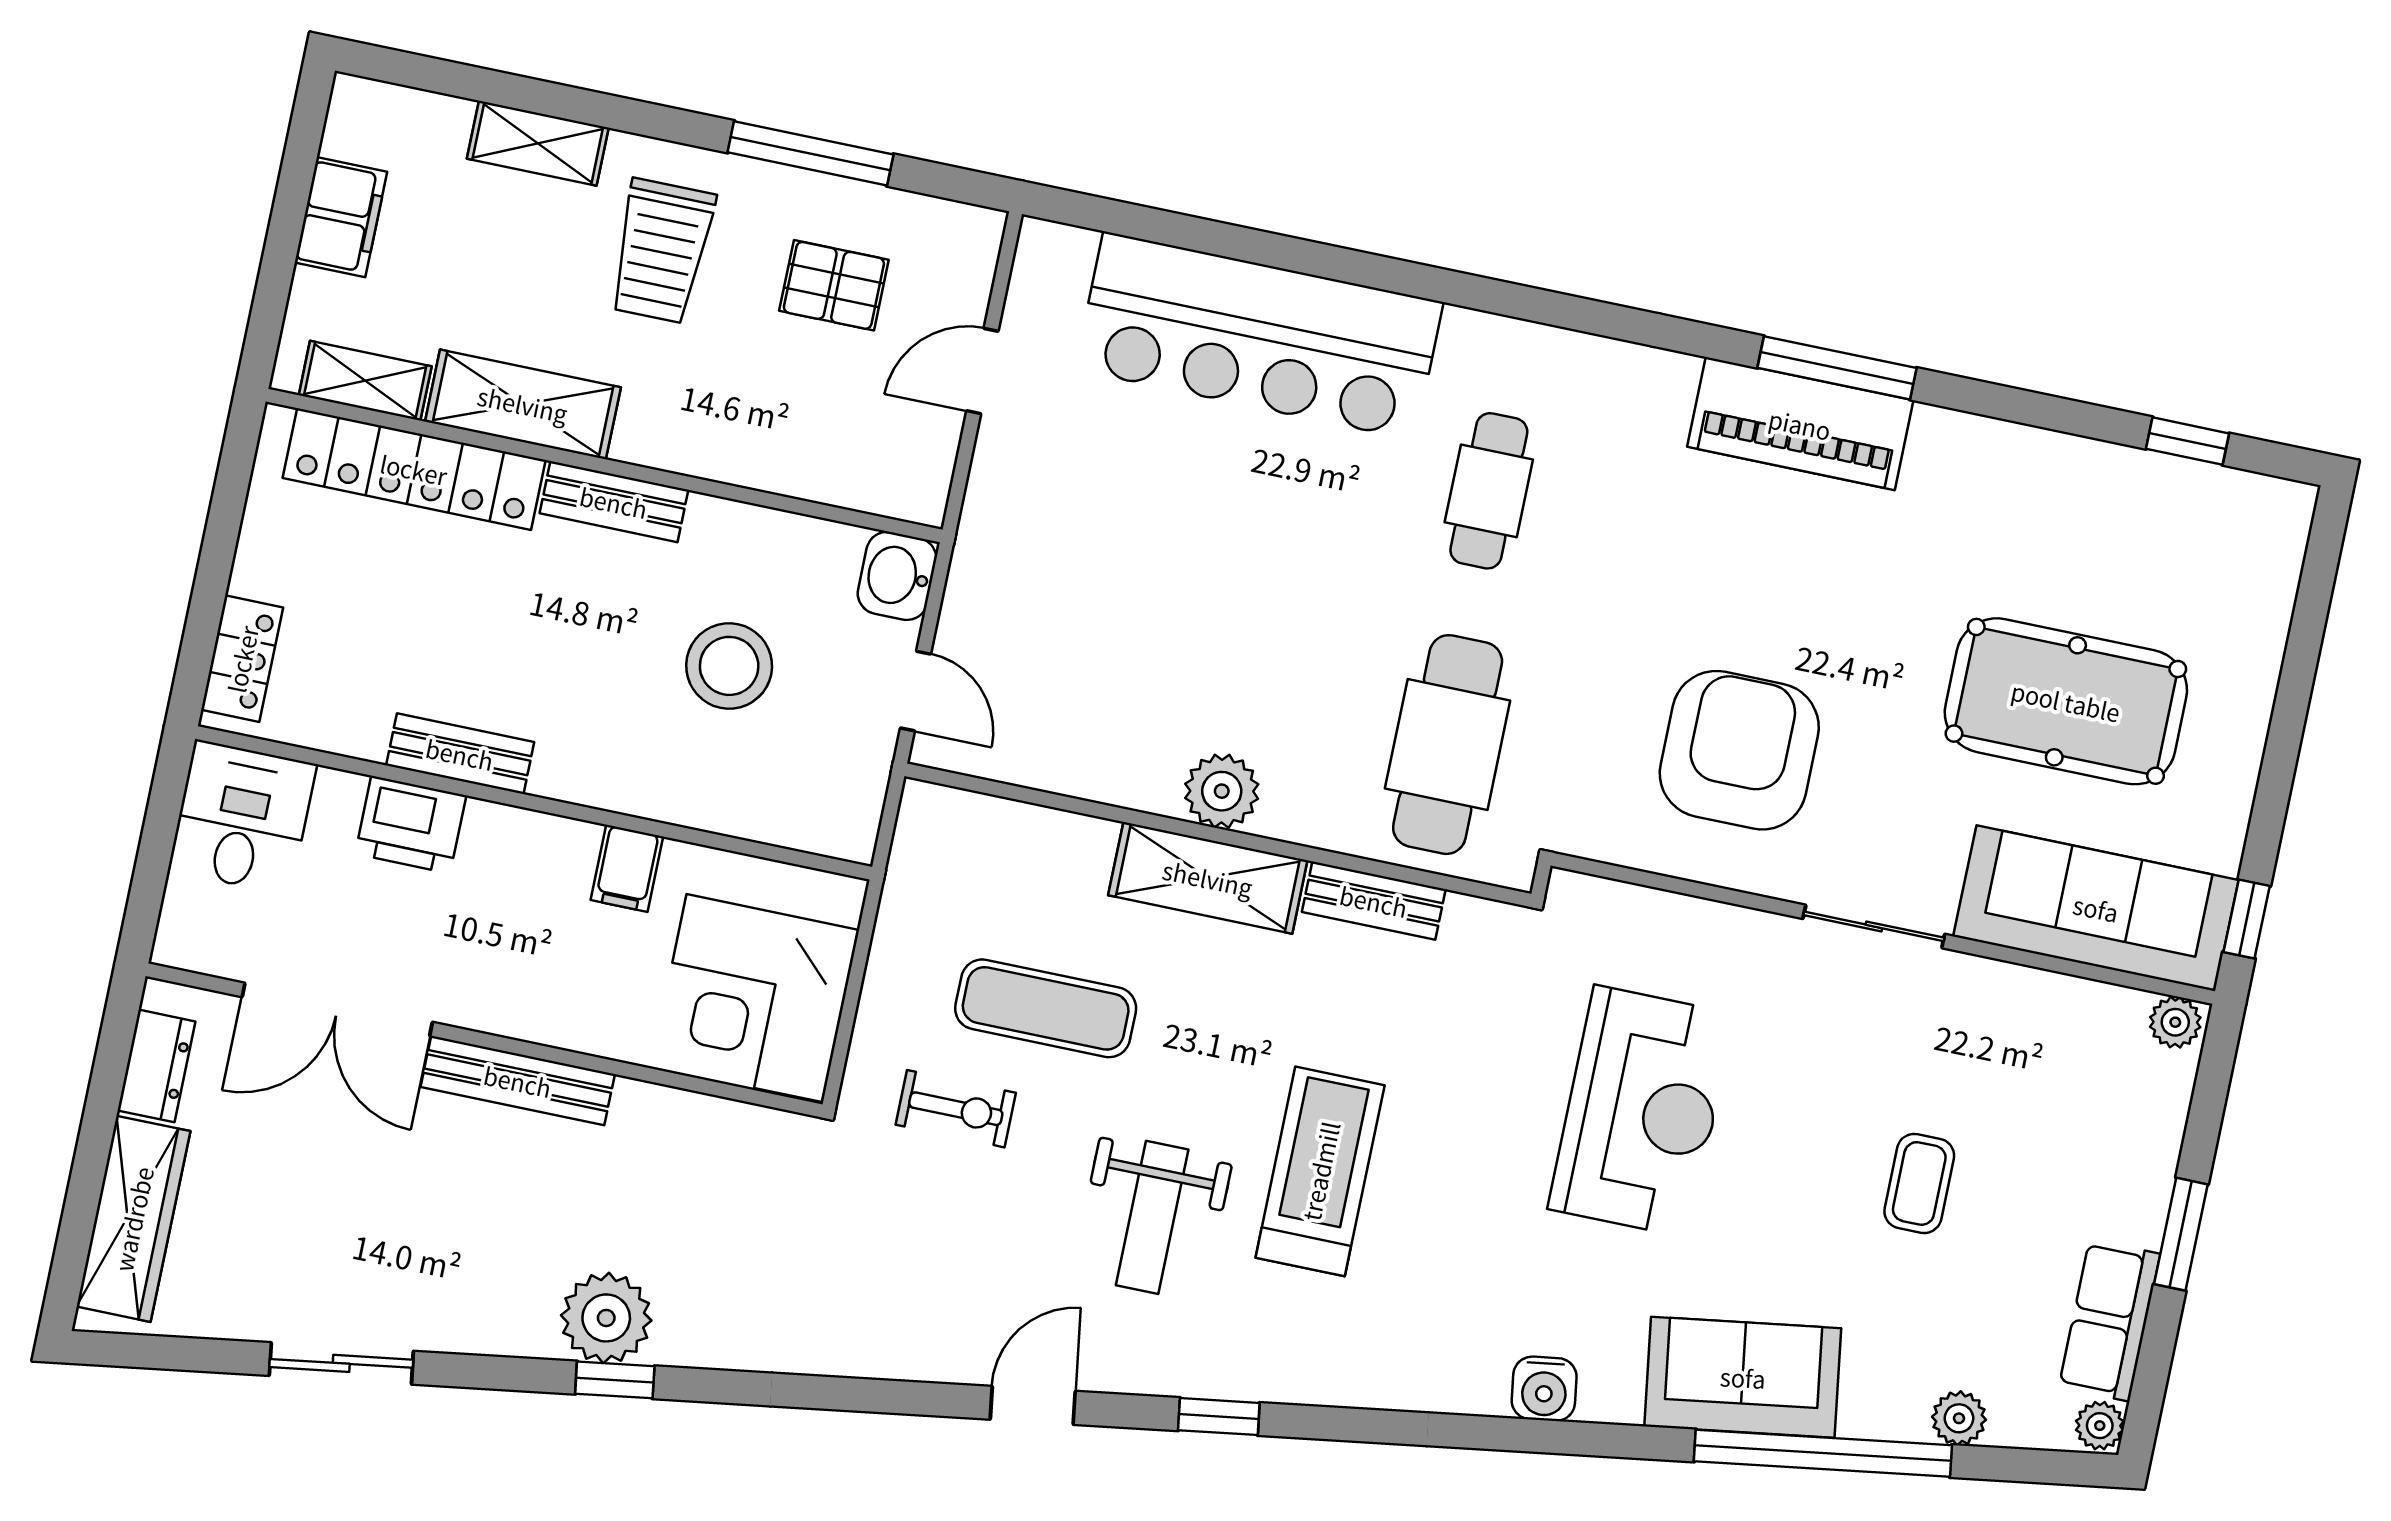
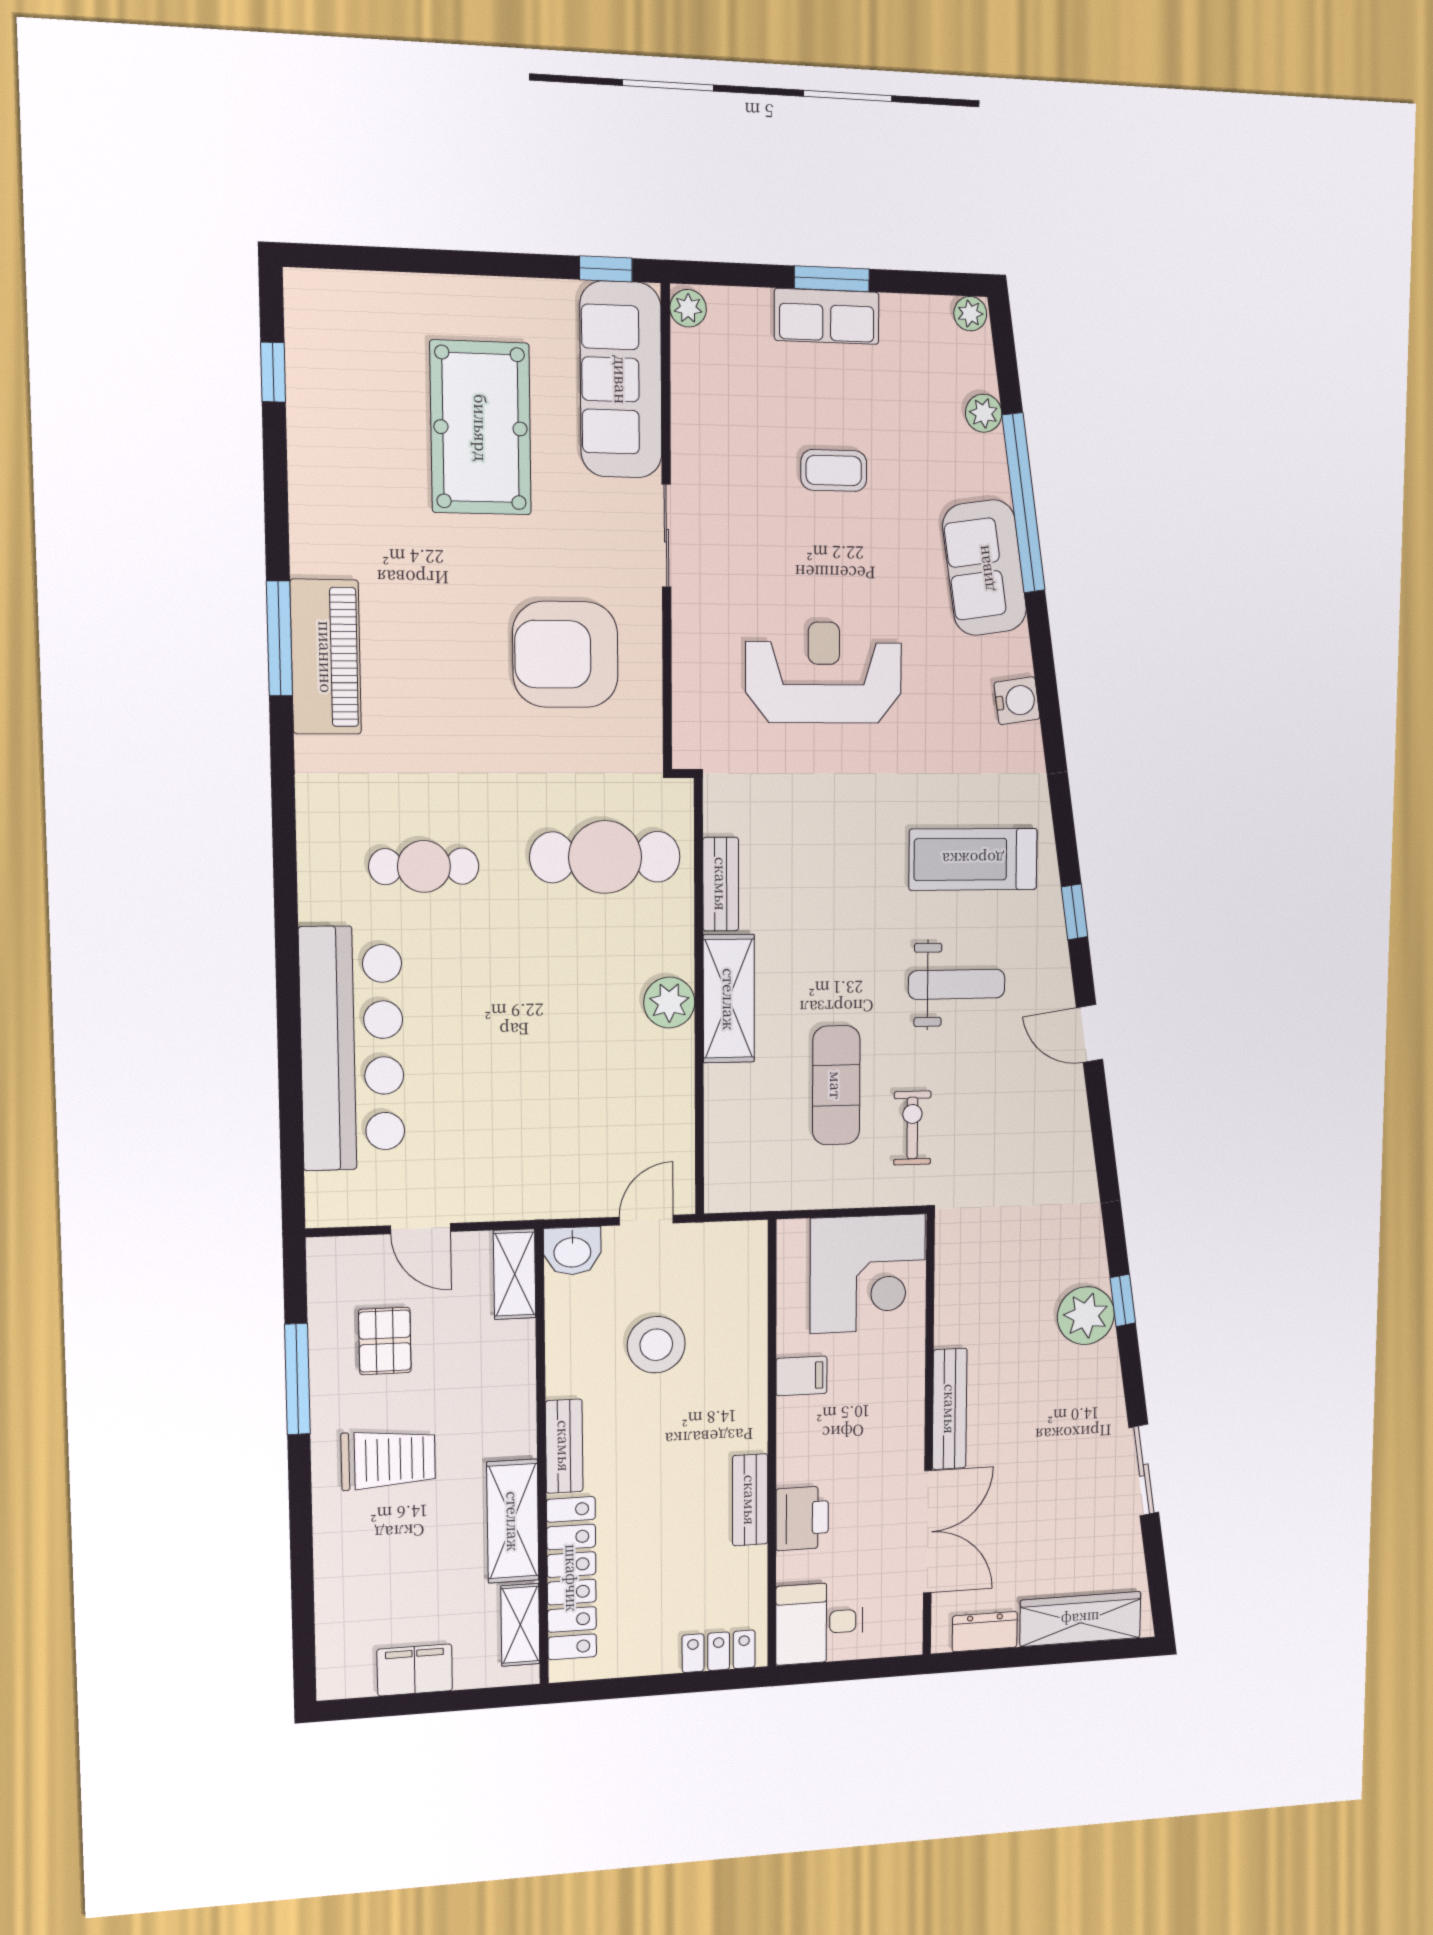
shelving: (538, 143) -> (515, 1274), moved
treadmill: (1320, 1171) -> (973, 859), moved
row of seats: (2110, 1320) -> (827, 316), moved

